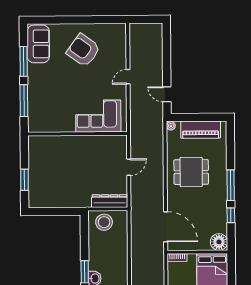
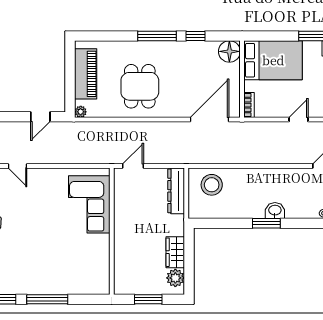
corner sofa: (98, 116) -> (89, 204), moved
wall: (77, 134) -> (112, 231), moved
door: (129, 167) -> (133, 166), hinge flipped
plant: (41, 201) -> (175, 278), added
wardrobe: (62, 201) -> (175, 252), added
stool: (104, 222) -> (212, 185), moved

